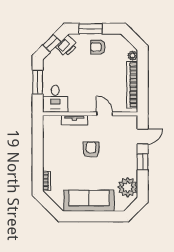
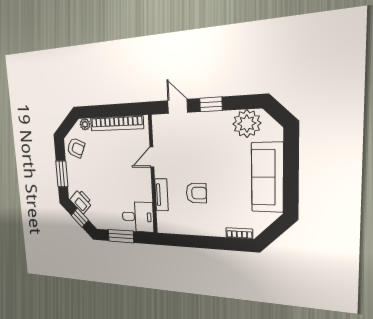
armchair: (98, 47) -> (76, 148), moved, turned -66
armchair: (91, 150) -> (196, 193), moved, turned 180

